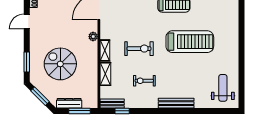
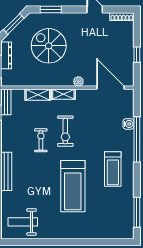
spiral stairs: (60, 64) -> (49, 46), turned -90
exercise bike: (144, 81) -> (41, 140), moved
weight bench: (223, 88) -> (23, 222), turned 180

